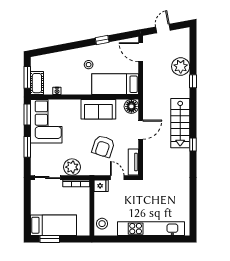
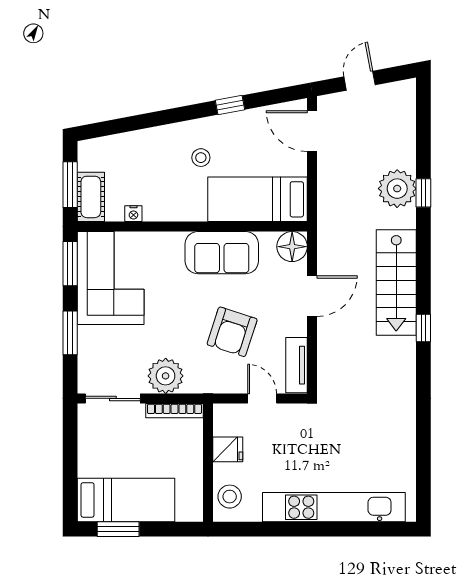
plant: (181, 67) -> (397, 189), moved
fridge: (101, 186) -> (228, 449), moved

